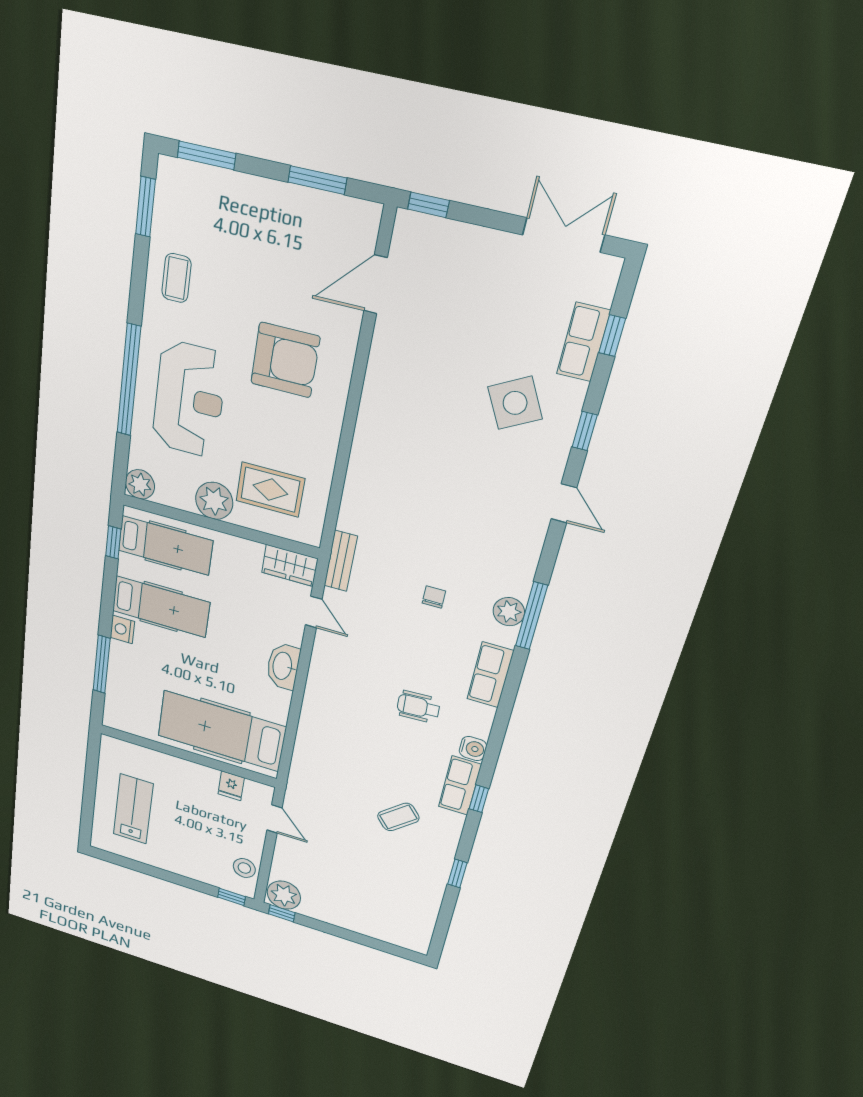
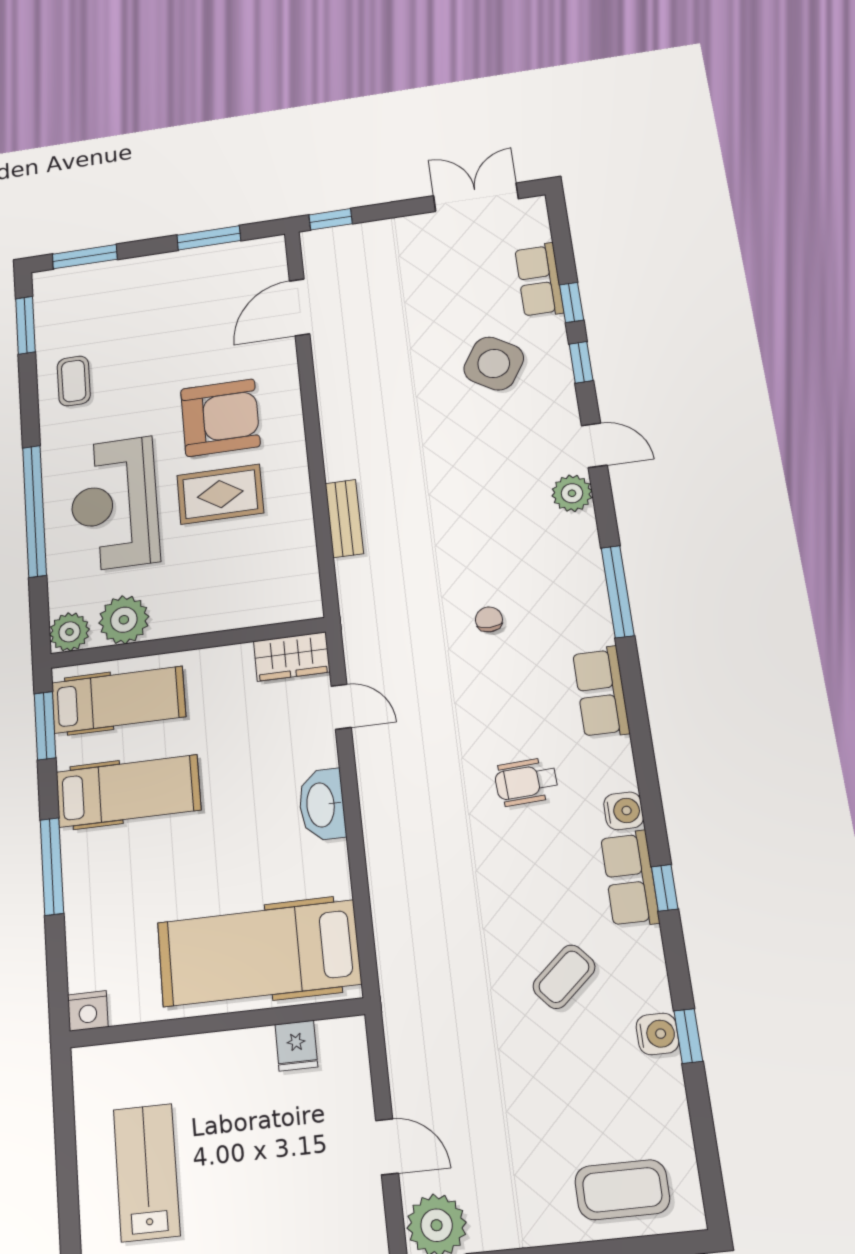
window: (612, 336) -> (572, 302), moved
reception desk: (189, 399) -> (114, 504), turned 180
side table: (515, 403) -> (494, 363), turned -30
rug: (270, 490) -> (220, 494), moved
plant: (214, 501) -> (124, 620), moved
window: (113, 542) -> (45, 726), width x1.50
bench: (341, 561) -> (344, 518), moved
plant: (509, 612) -> (572, 493), moved
nightstand: (122, 629) -> (88, 1011), moved, turned -90
window: (102, 664) -> (52, 866), moved
door: (274, 819) -> (387, 1147), moved
water cooler: (440, 865) -> (657, 1034), added
stool: (244, 868) -> (357, 1201), removed
coffee table: (389, 922) -> (622, 1190), added

